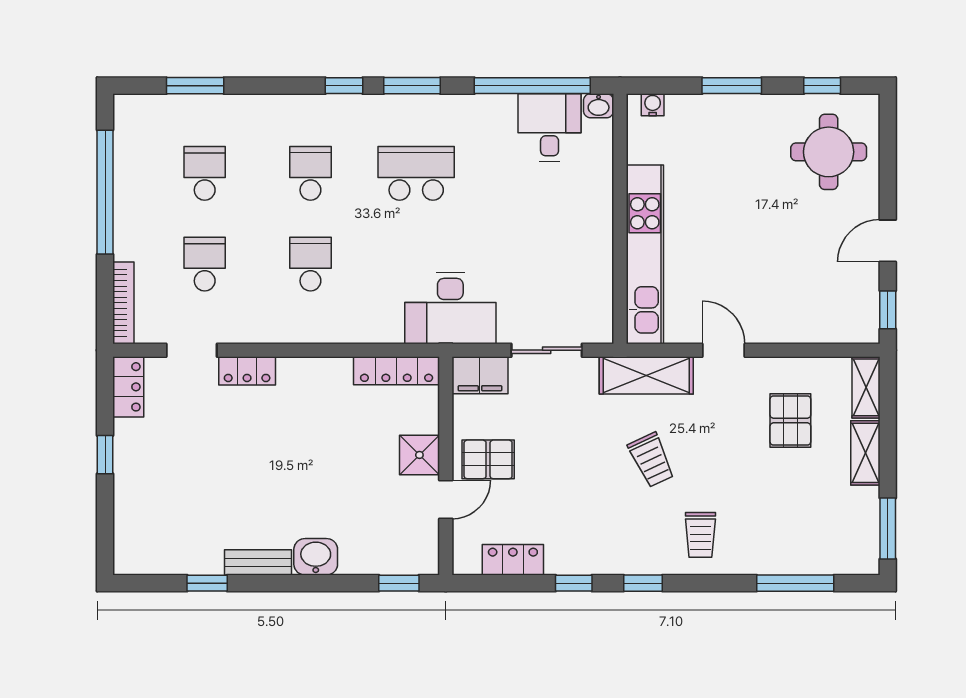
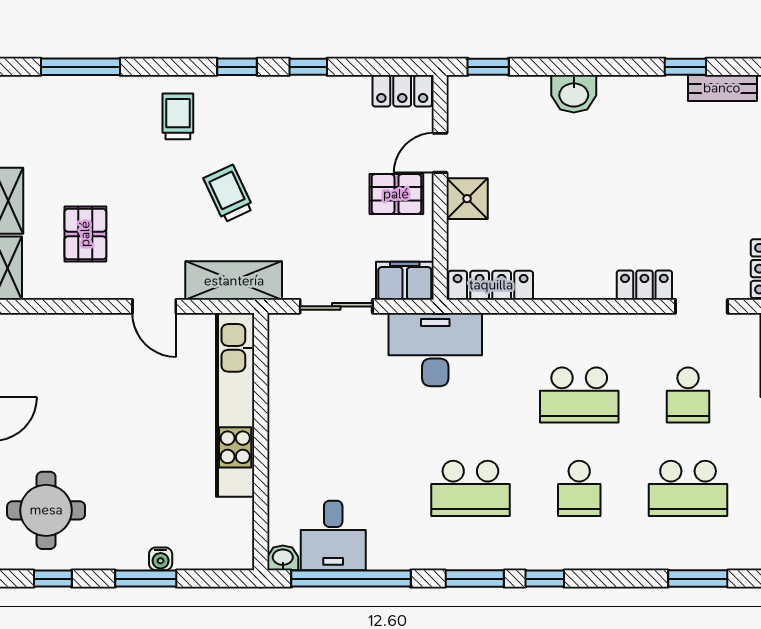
water cooler: (653, 105) -> (161, 559), moved
school desk: (205, 173) -> (688, 488), width x1.85
school desk: (310, 264) -> (579, 395), width x1.85
locker: (513, 560) -> (402, 91), moved
bench: (258, 562) -> (722, 88), moved

